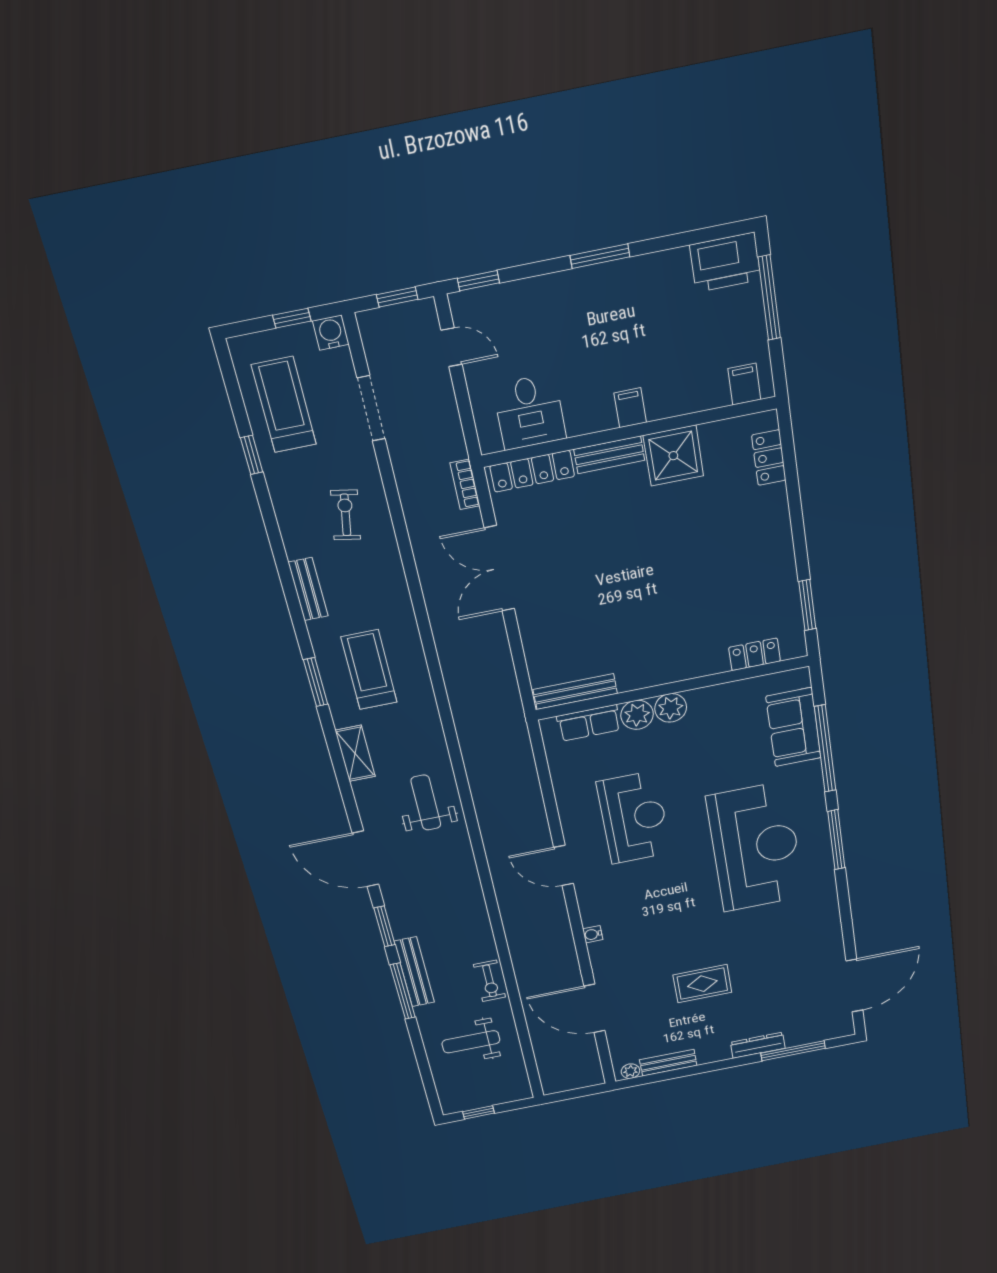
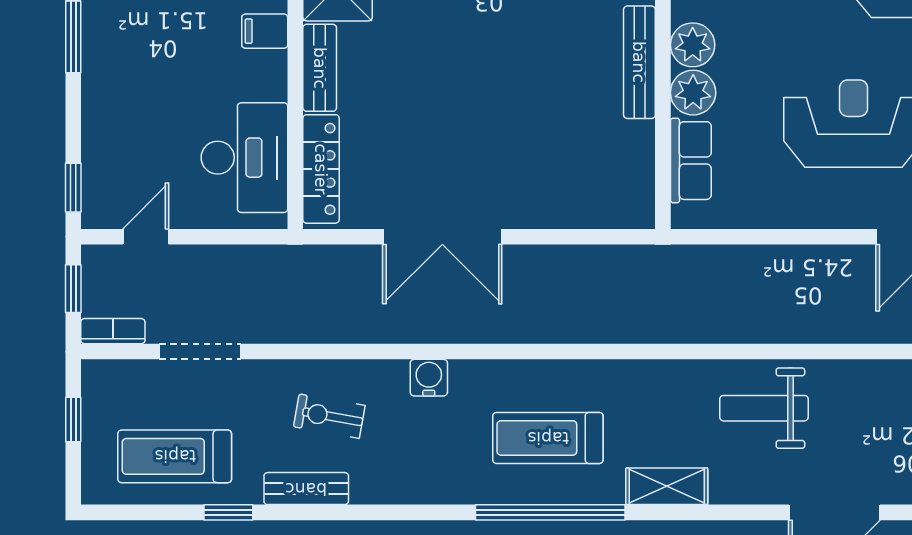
water cooler: (331, 333) -> (429, 378), moved, turned 90
desk: (530, 412) -> (244, 158), width x1.37
bookcase: (465, 484) -> (113, 331), moved, turned 180
bench: (308, 589) -> (306, 489), moved
window: (316, 682) -> (550, 512), width x2.11
bench: (575, 691) -> (639, 62), moved

